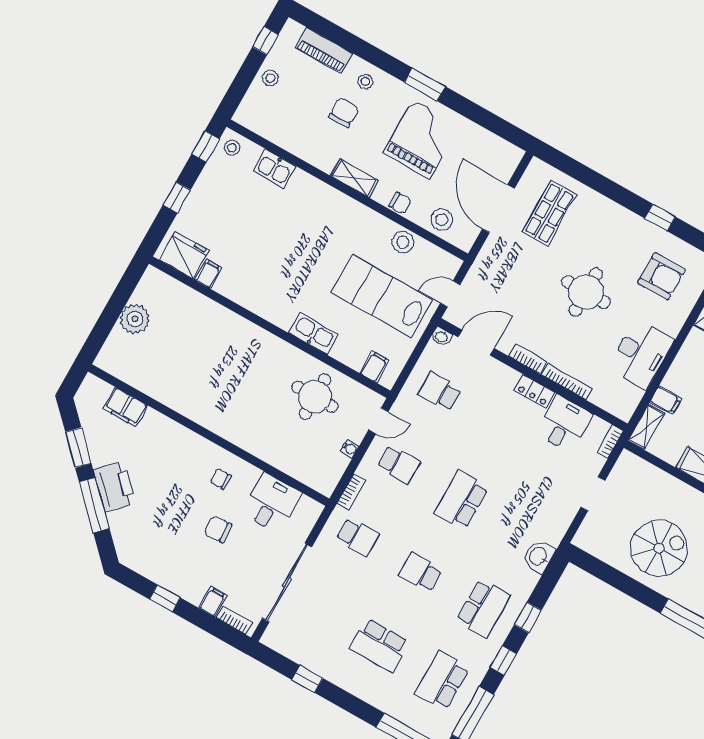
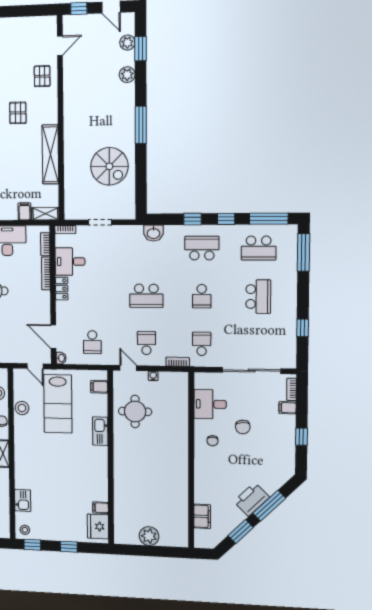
bookcase: (528, 359) -> (45, 244), moved
spiral stairs: (659, 548) -> (109, 166), turned 180

